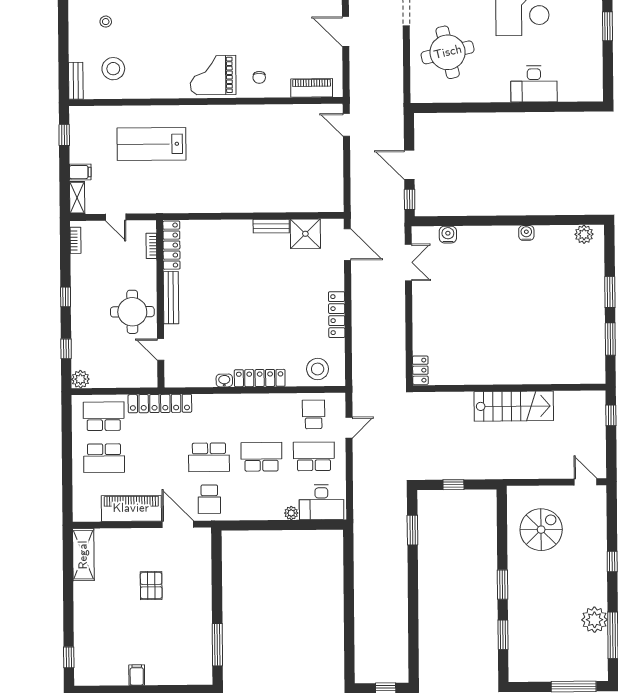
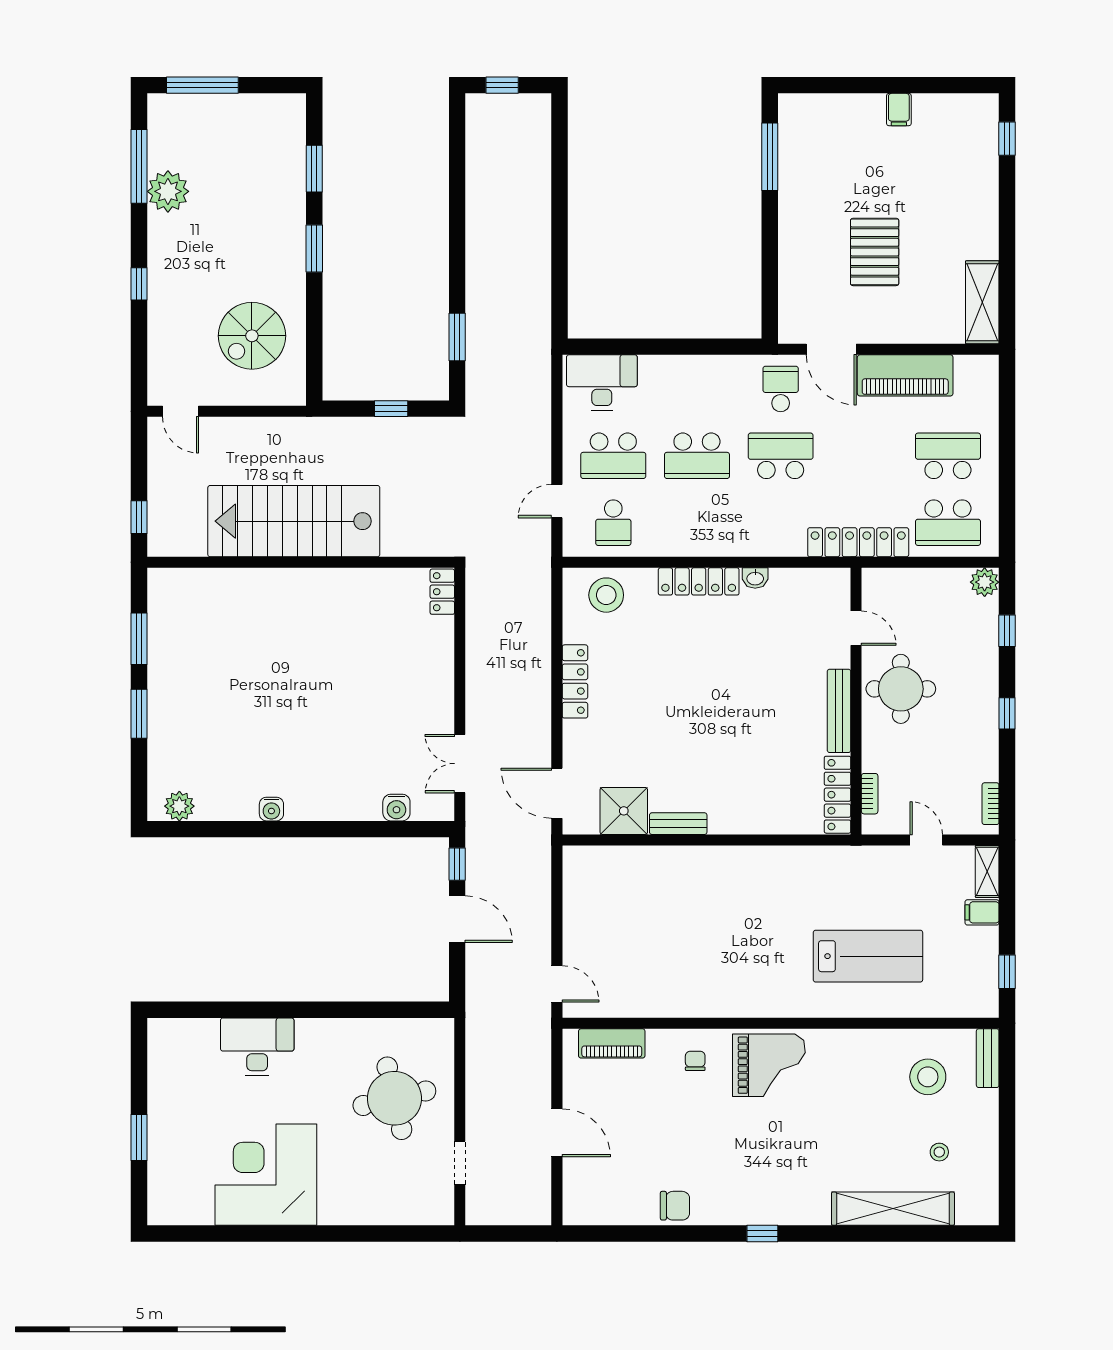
stairs: (514, 406) -> (294, 521), width x1.36, depth x1.51
plant: (291, 513) -> (650, 366), removed
pallet: (151, 586) -> (875, 252), width x1.50, depth x1.42

